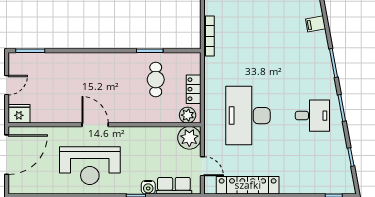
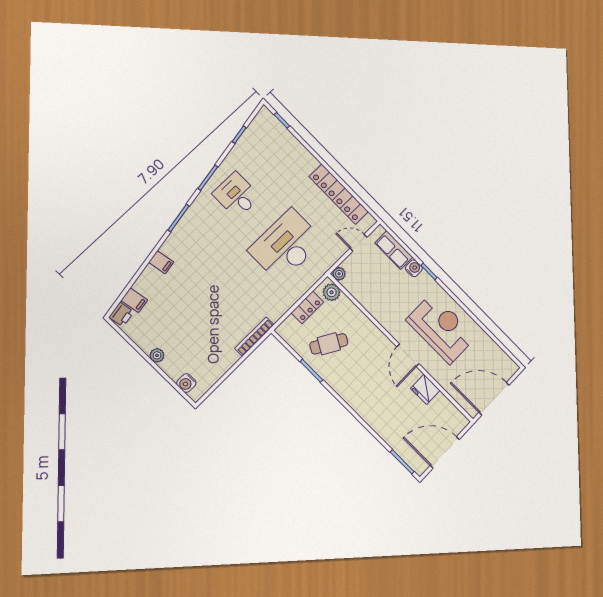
cafe table: (156, 80) -> (329, 344), turned 30
door: (7, 85) -> (445, 452), width x1.87
fridge: (19, 114) -> (425, 389), moved
desk: (248, 116) -> (286, 245), turned 180
plant: (189, 138) -> (339, 274), width x0.53, depth x0.53
door: (202, 166) -> (358, 243), hinge flipped

